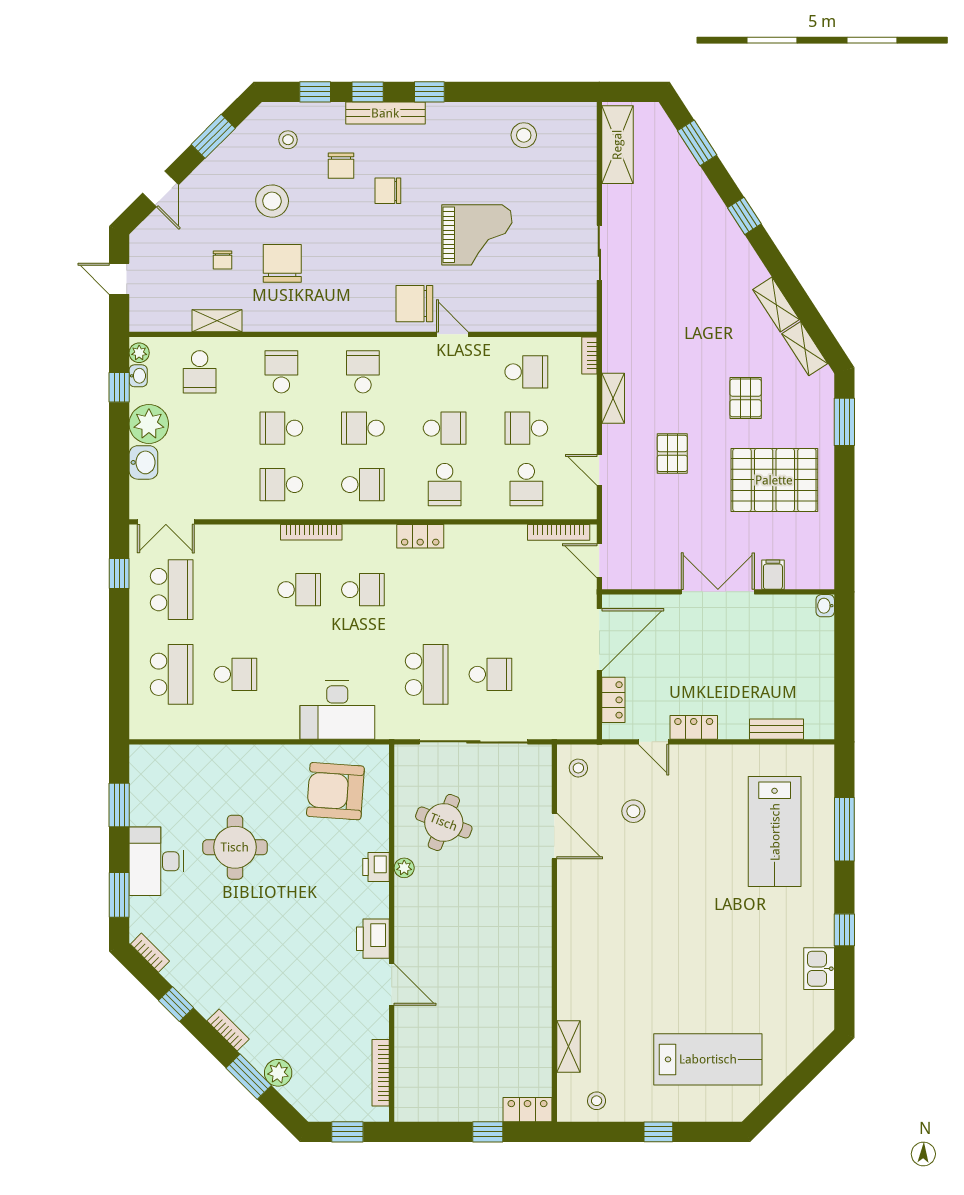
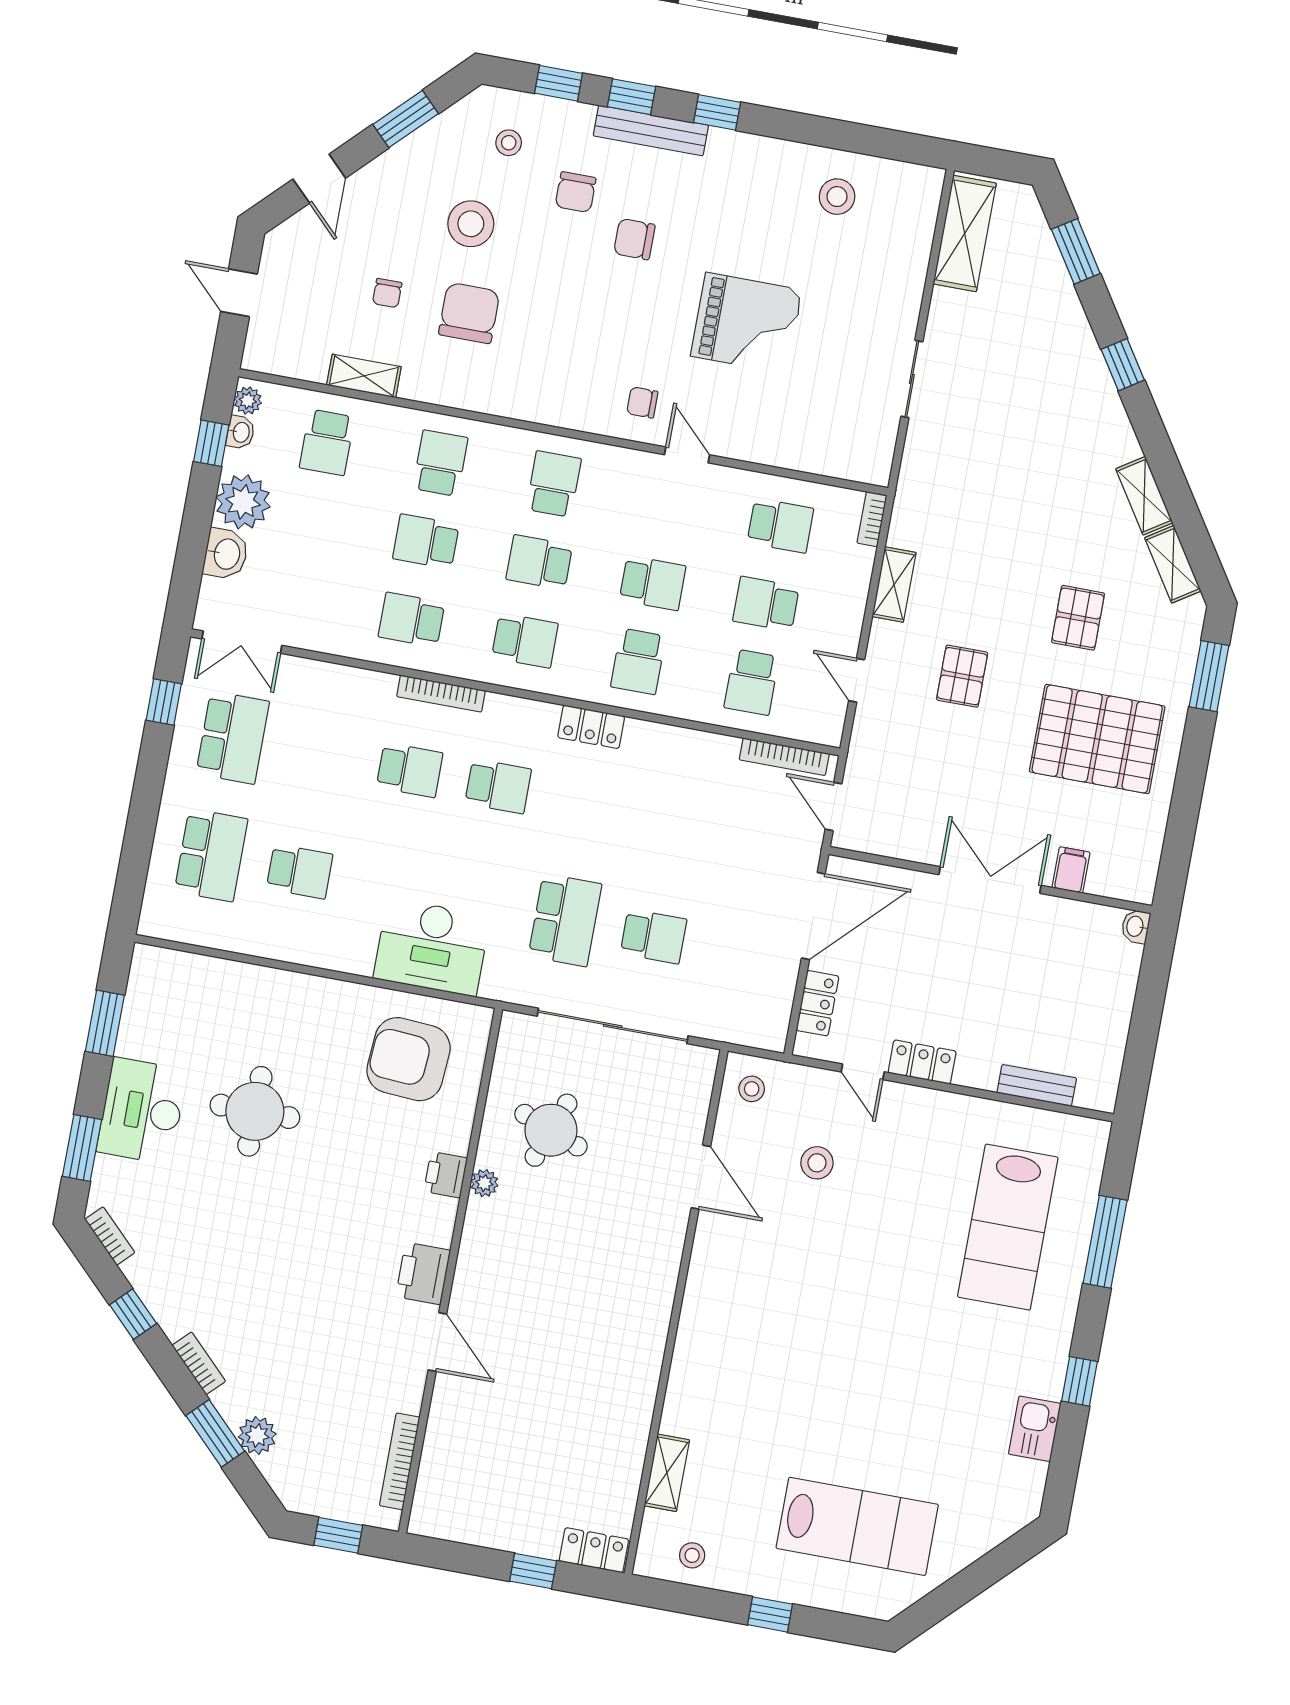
chair: (414, 304) -> (642, 402), width x0.54, depth x0.54

